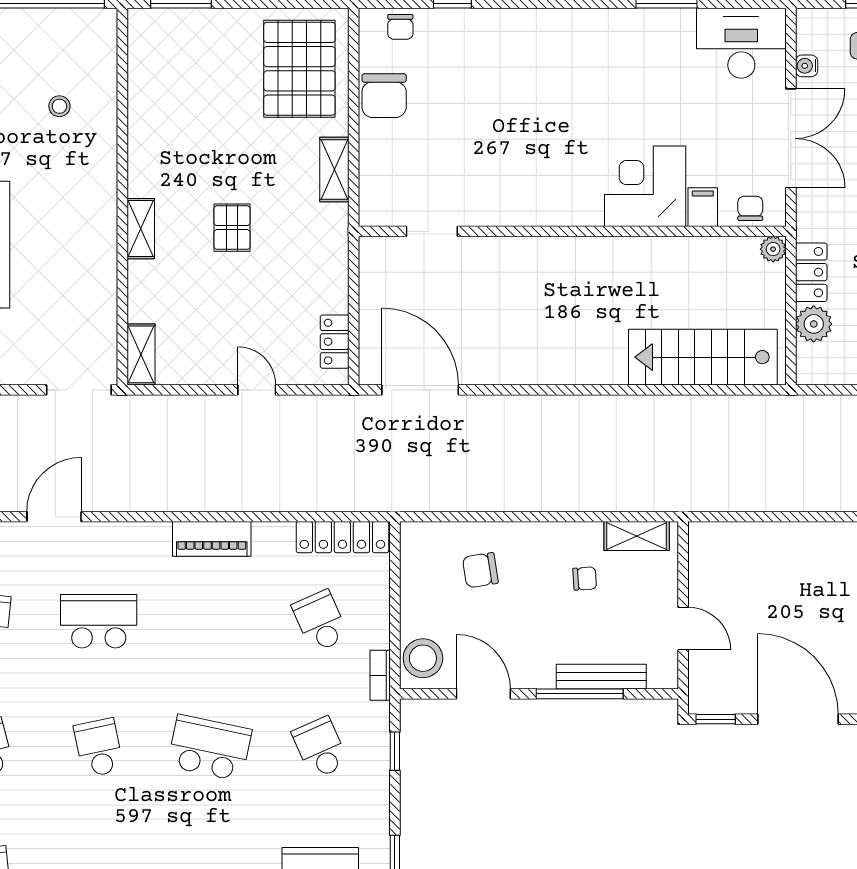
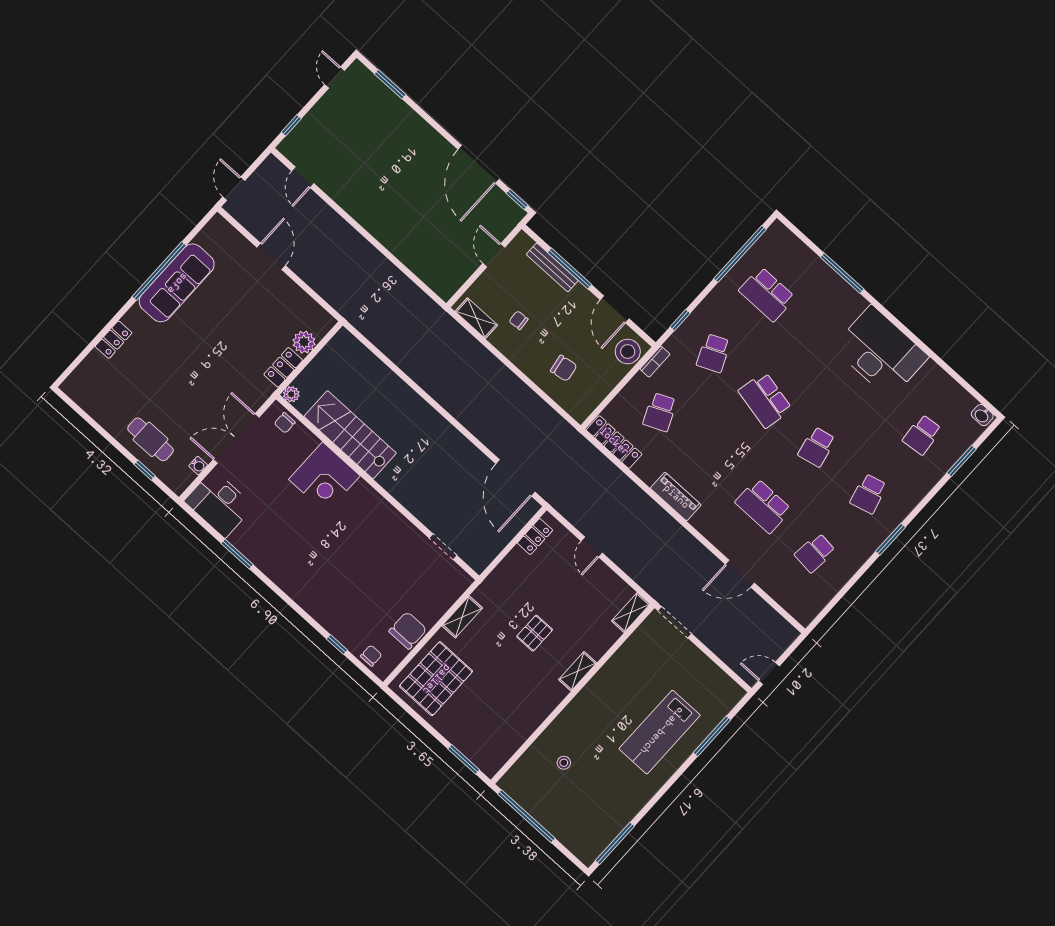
filing cabinet: (703, 207) -> (306, 444), removed
stairs: (703, 357) -> (350, 435), moved, turned 180

